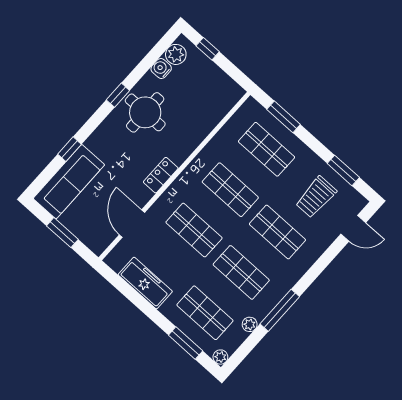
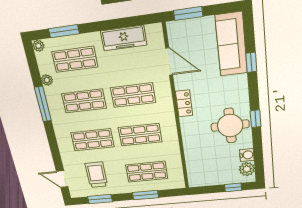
window: (284, 117) -> (145, 195), moved
door: (353, 228) -> (62, 179), hinge flipped
window: (62, 233) -> (188, 13), moved

